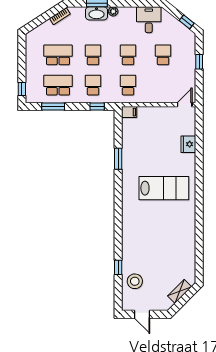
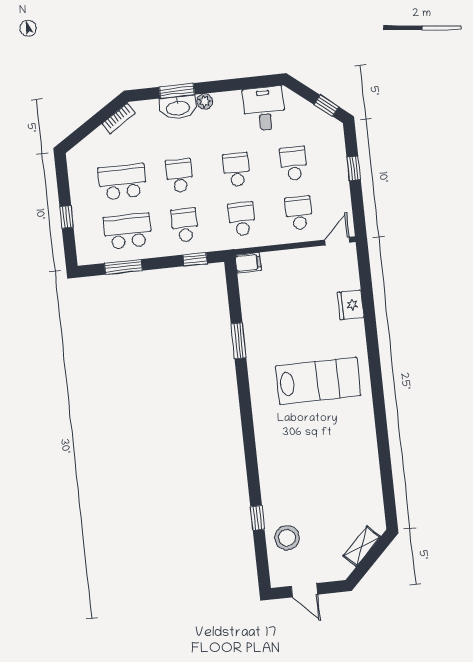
school desk: (163, 85) -> (299, 213), added
window: (22, 89) -> (67, 217), moved

